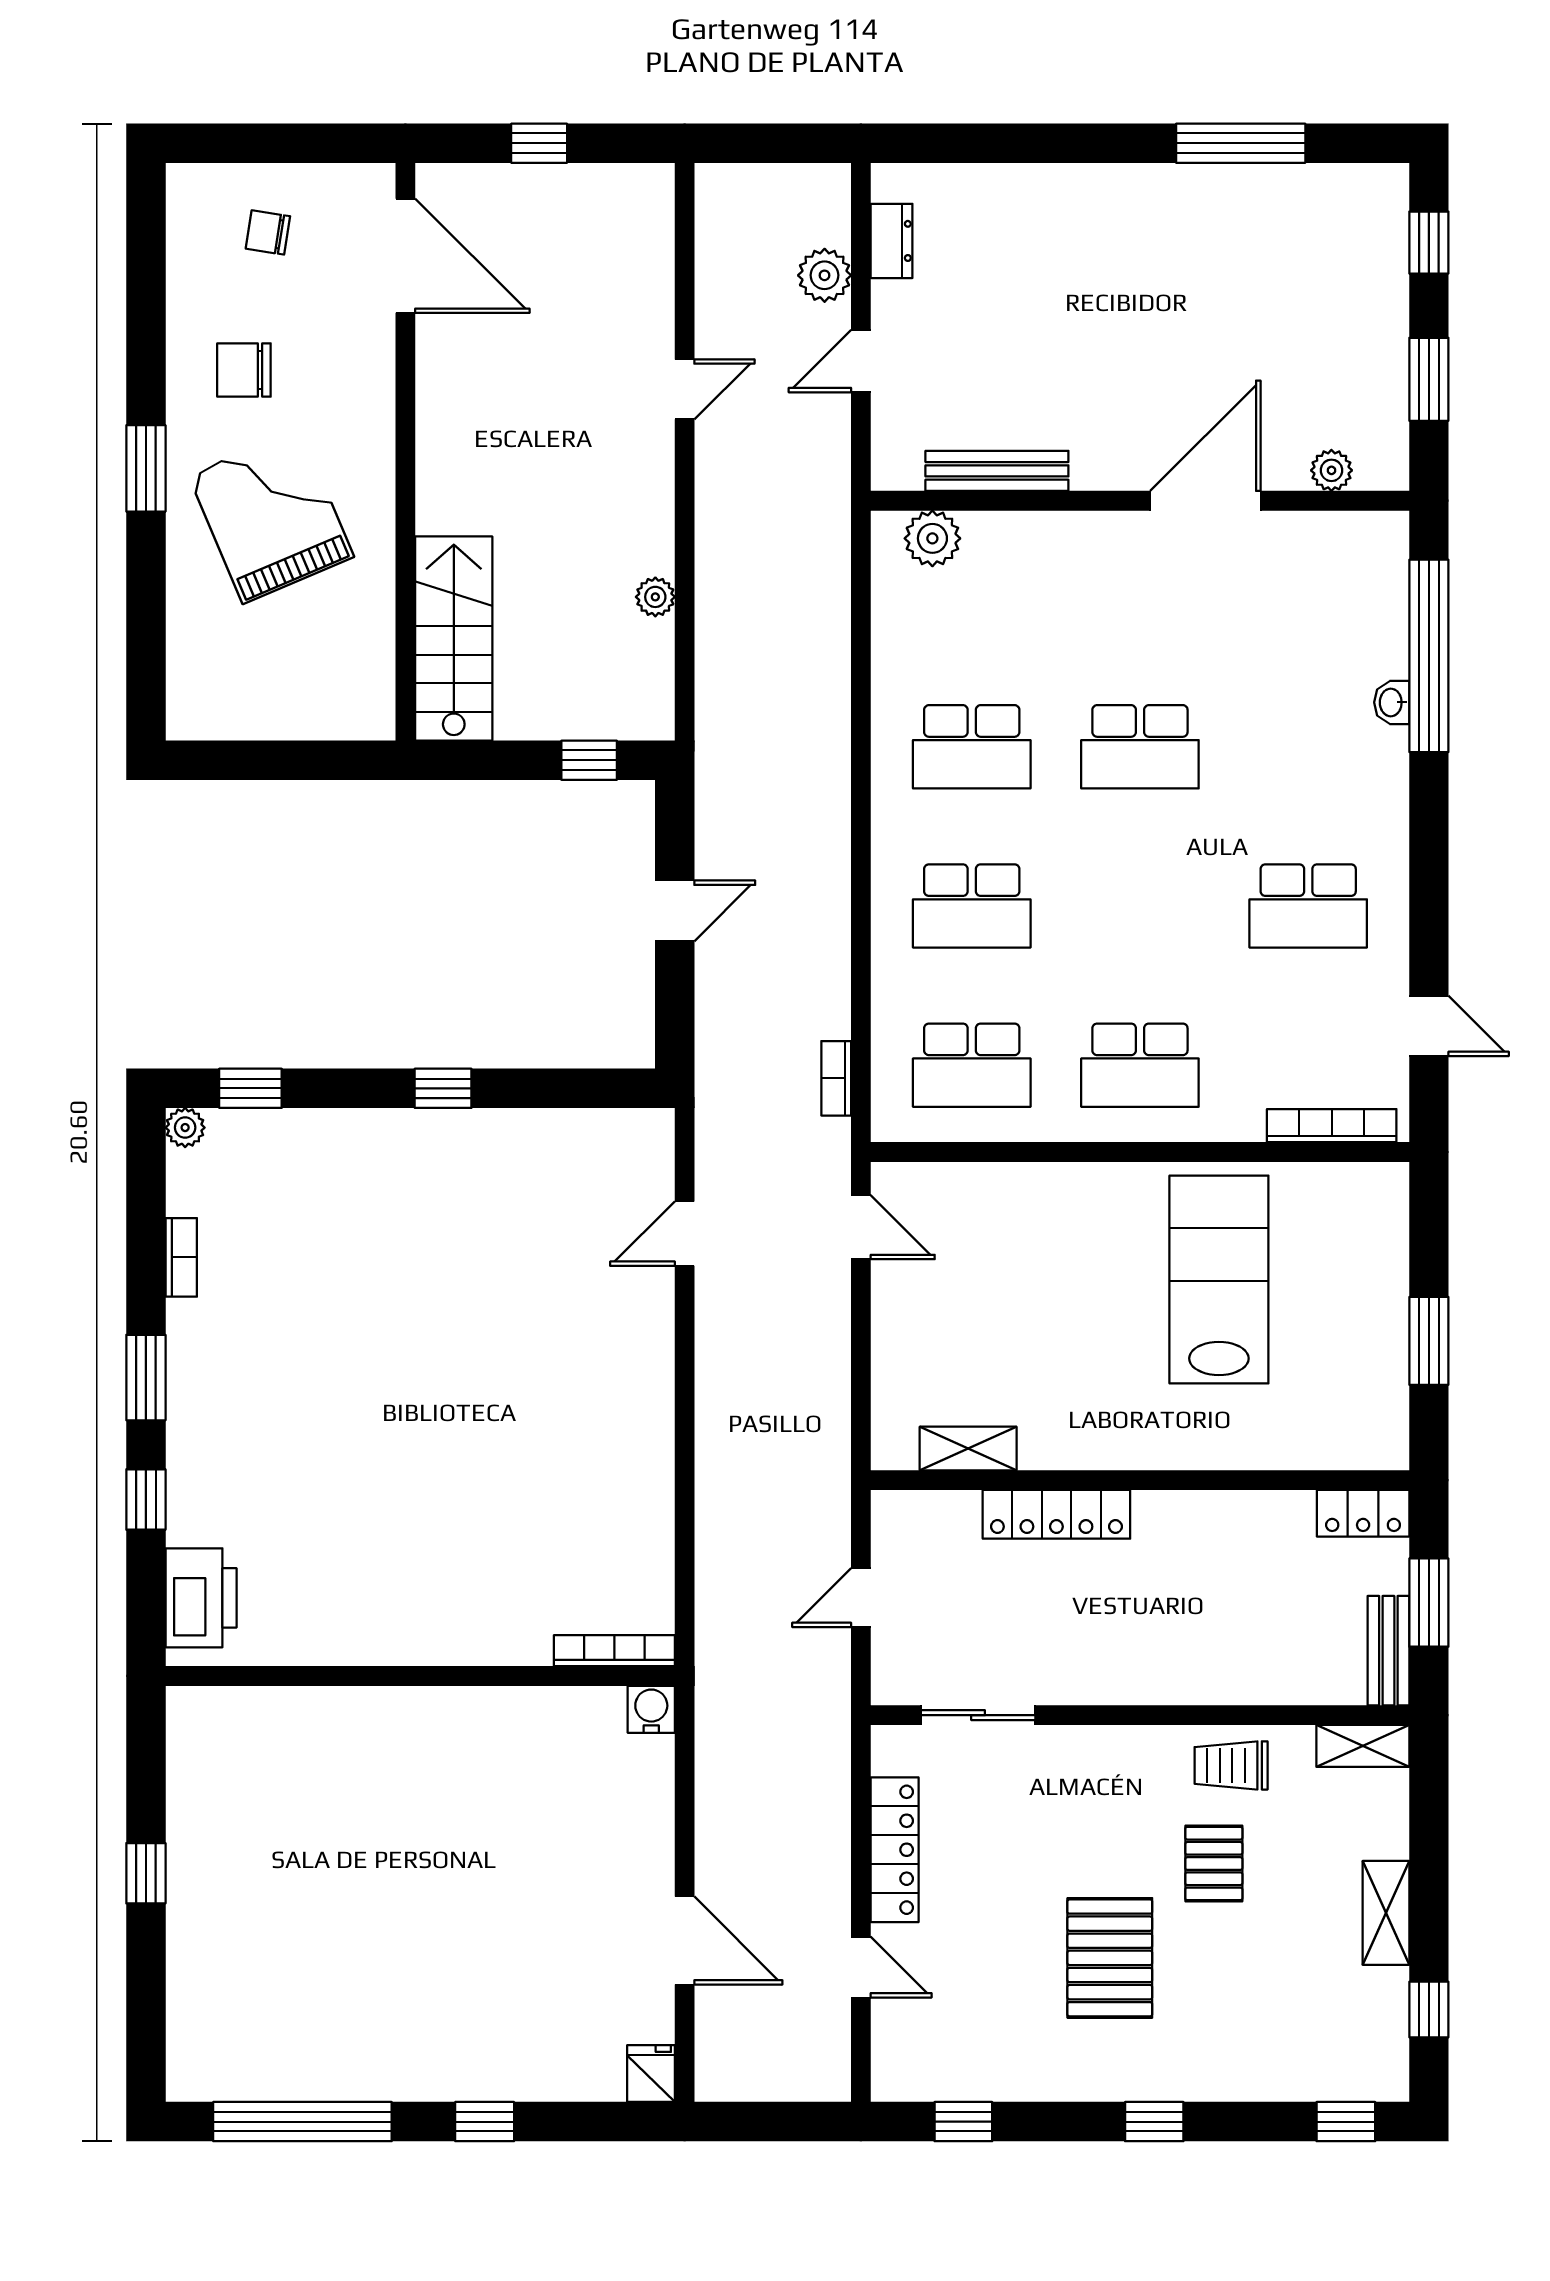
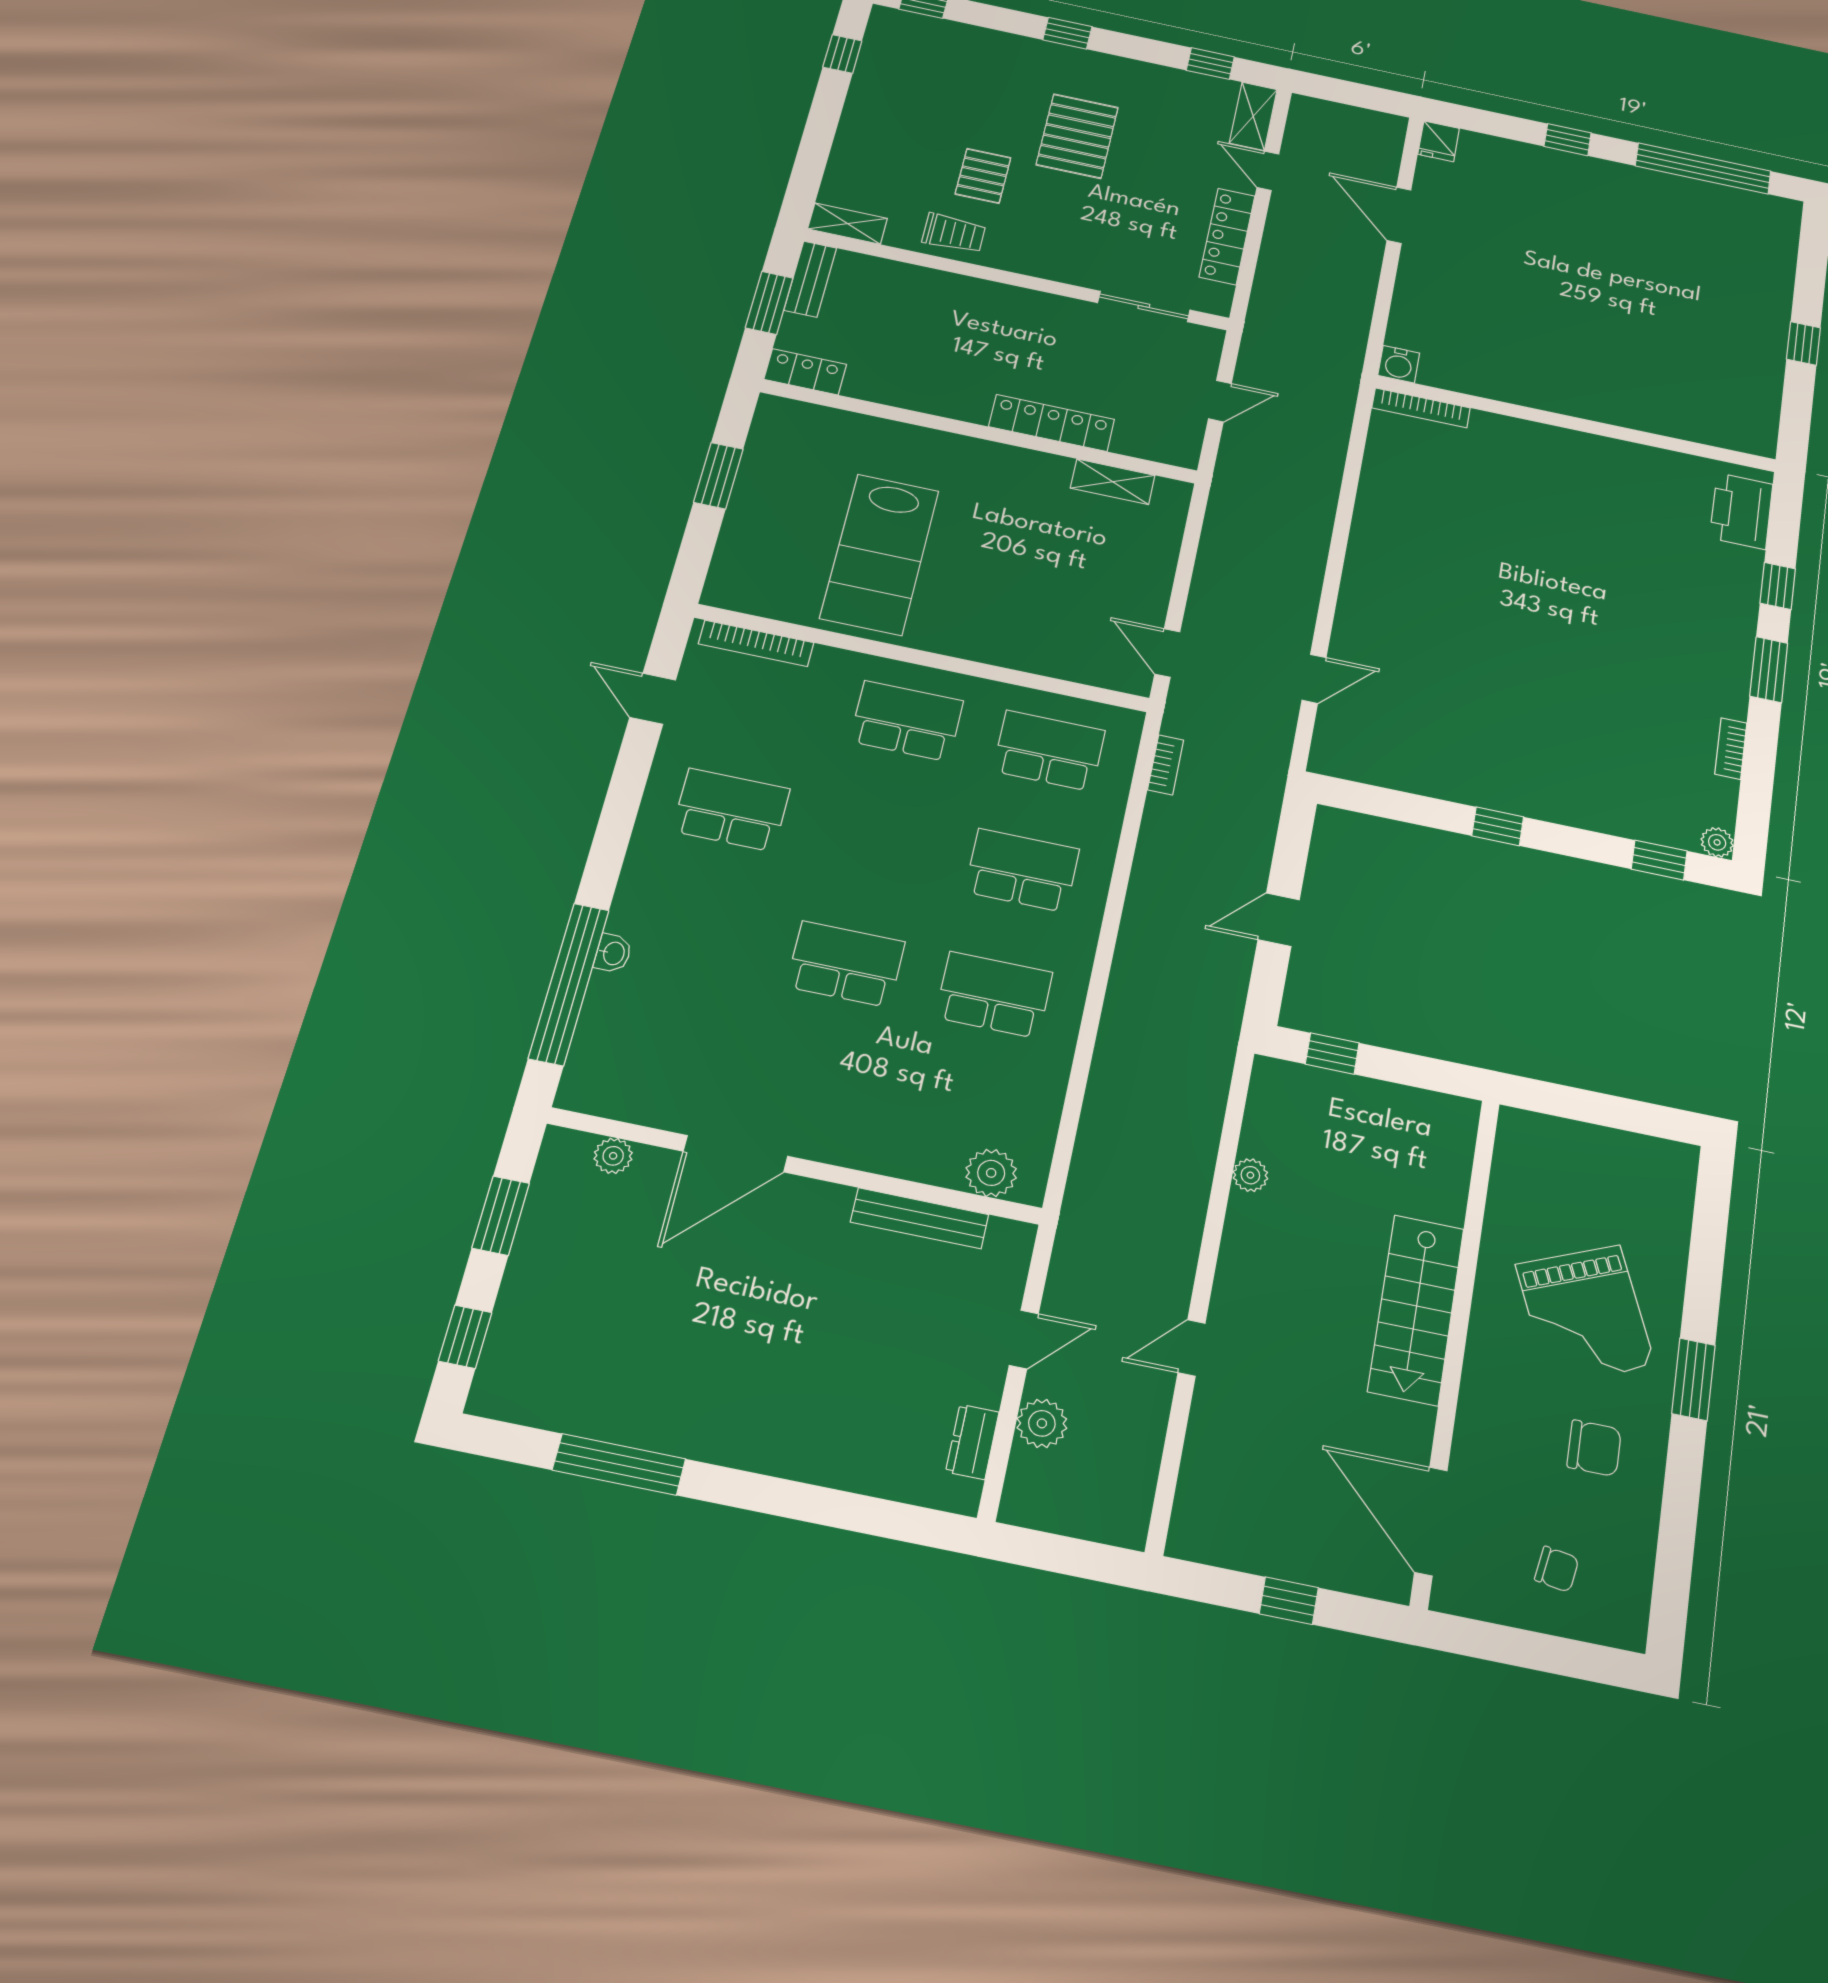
stairs: (454, 639) -> (1416, 1310), moved
shelving: (1386, 1913) -> (1253, 116), moved

